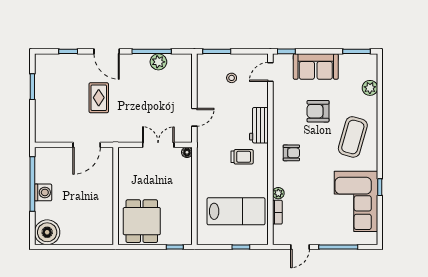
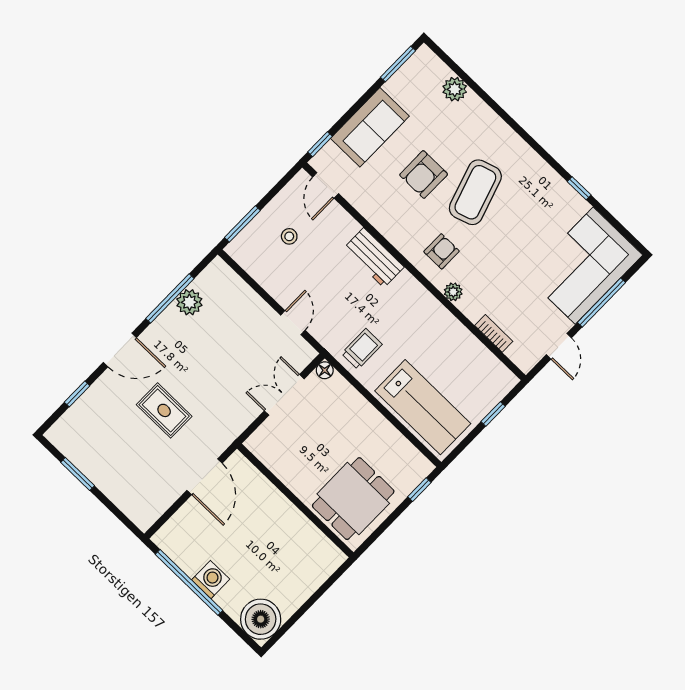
coffee table: (353, 137) -> (475, 192), moved, turned 56
trolley: (242, 157) -> (362, 349), moved
plant: (278, 193) -> (453, 292), moved
corner sofa: (356, 201) -> (584, 266), moved, turned 90
lab bench: (236, 211) -> (423, 407), moved, turned 90
dining table: (142, 221) -> (353, 499), turned 90

